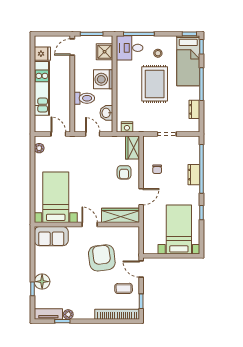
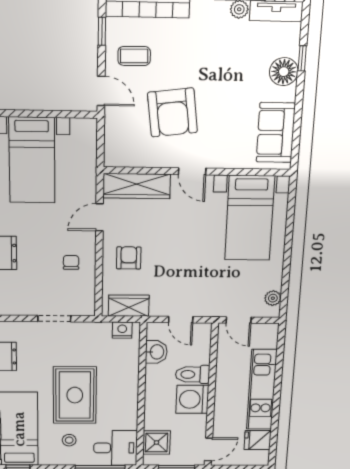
washing machine: (103, 79) -> (192, 399), moved, turned 180
wardrobe: (133, 147) -> (129, 306), moved, turned -90
sofa: (51, 236) -> (276, 133), moved, turned -90

